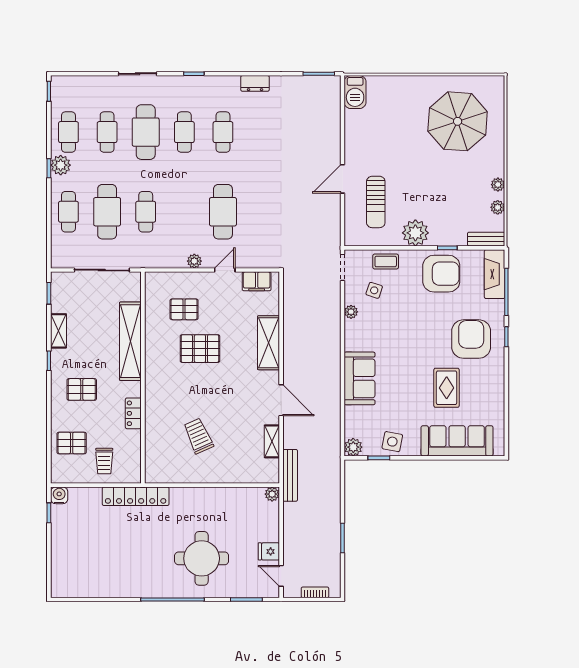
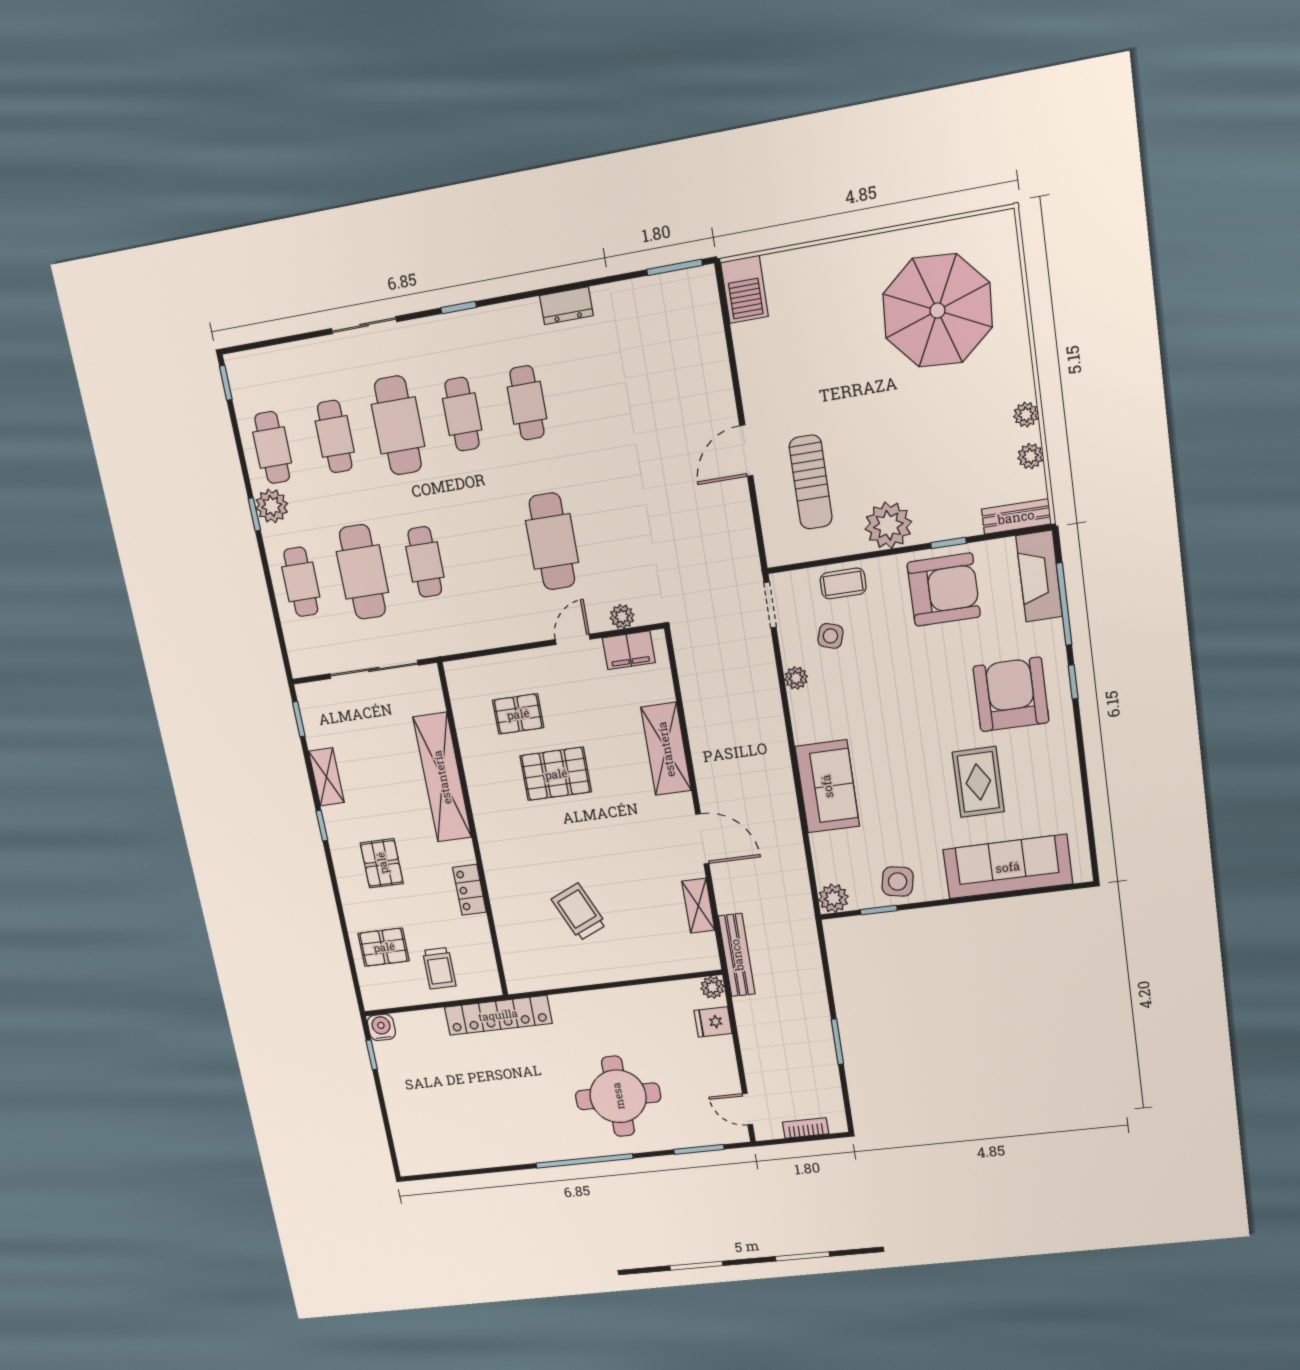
plant: (194, 261) -> (622, 617), moved
pallet: (82, 389) -> (382, 863), turned 90
fridge: (269, 551) -> (713, 1022), moved

